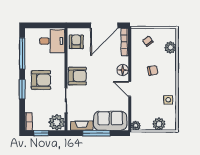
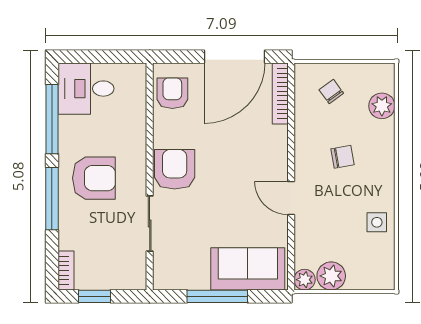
desk: (52, 41) -> (86, 89), moved, turned 180
floor lamp: (123, 70) -> (275, 156), removed
armchair: (77, 76) -> (175, 169), turned -90
window: (22, 89) -> (52, 199), width x1.44
plant: (57, 122) -> (129, 272), removed
plant: (159, 124) -> (331, 276), moved
fireplace: (82, 126) -> (185, 280), removed

